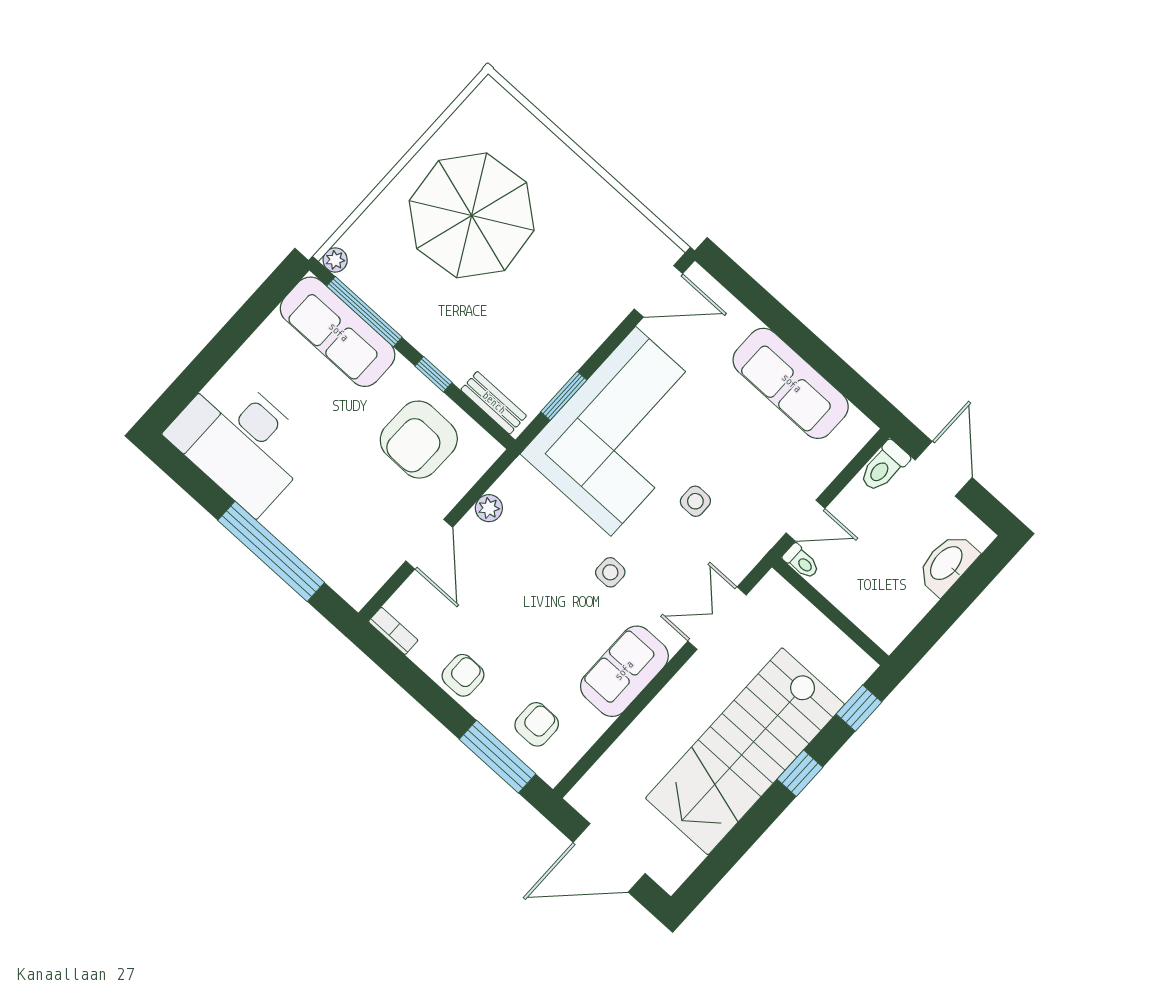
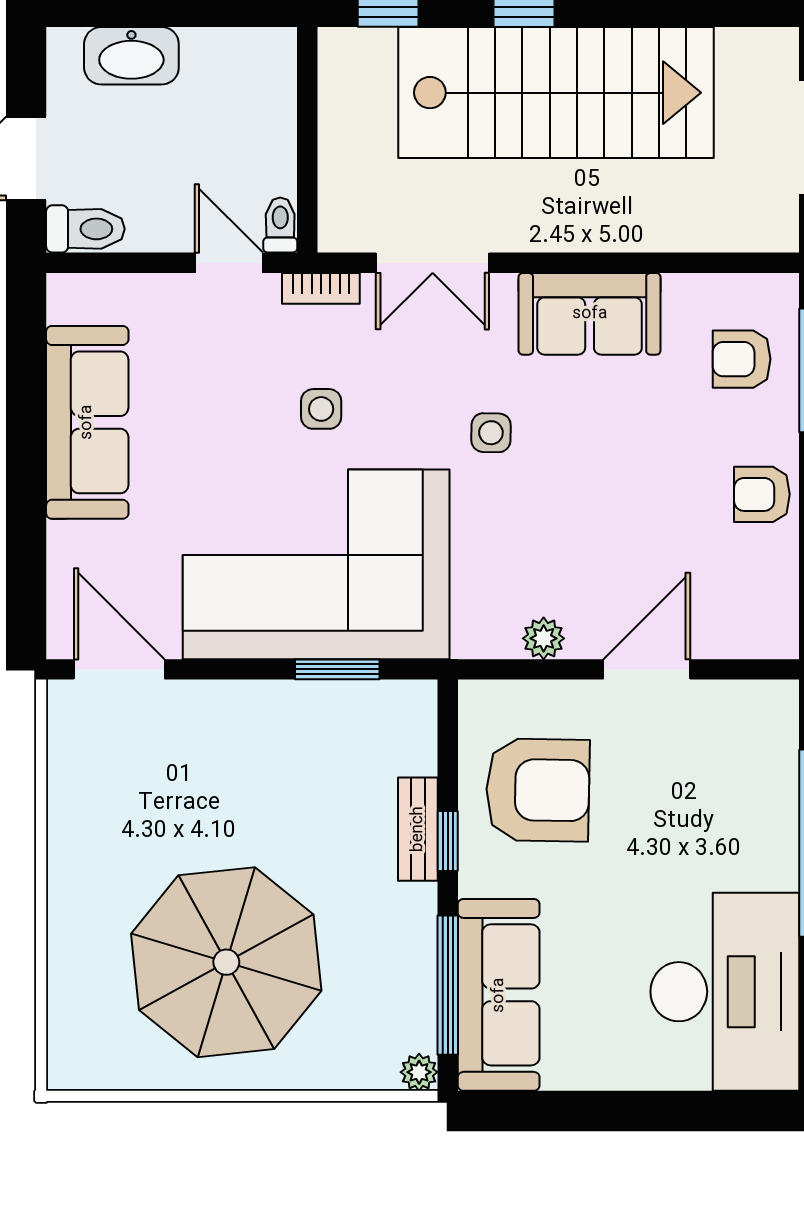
bench: (494, 403) -> (418, 829), moved
bookcase: (393, 631) -> (321, 288), moved, turned -90

